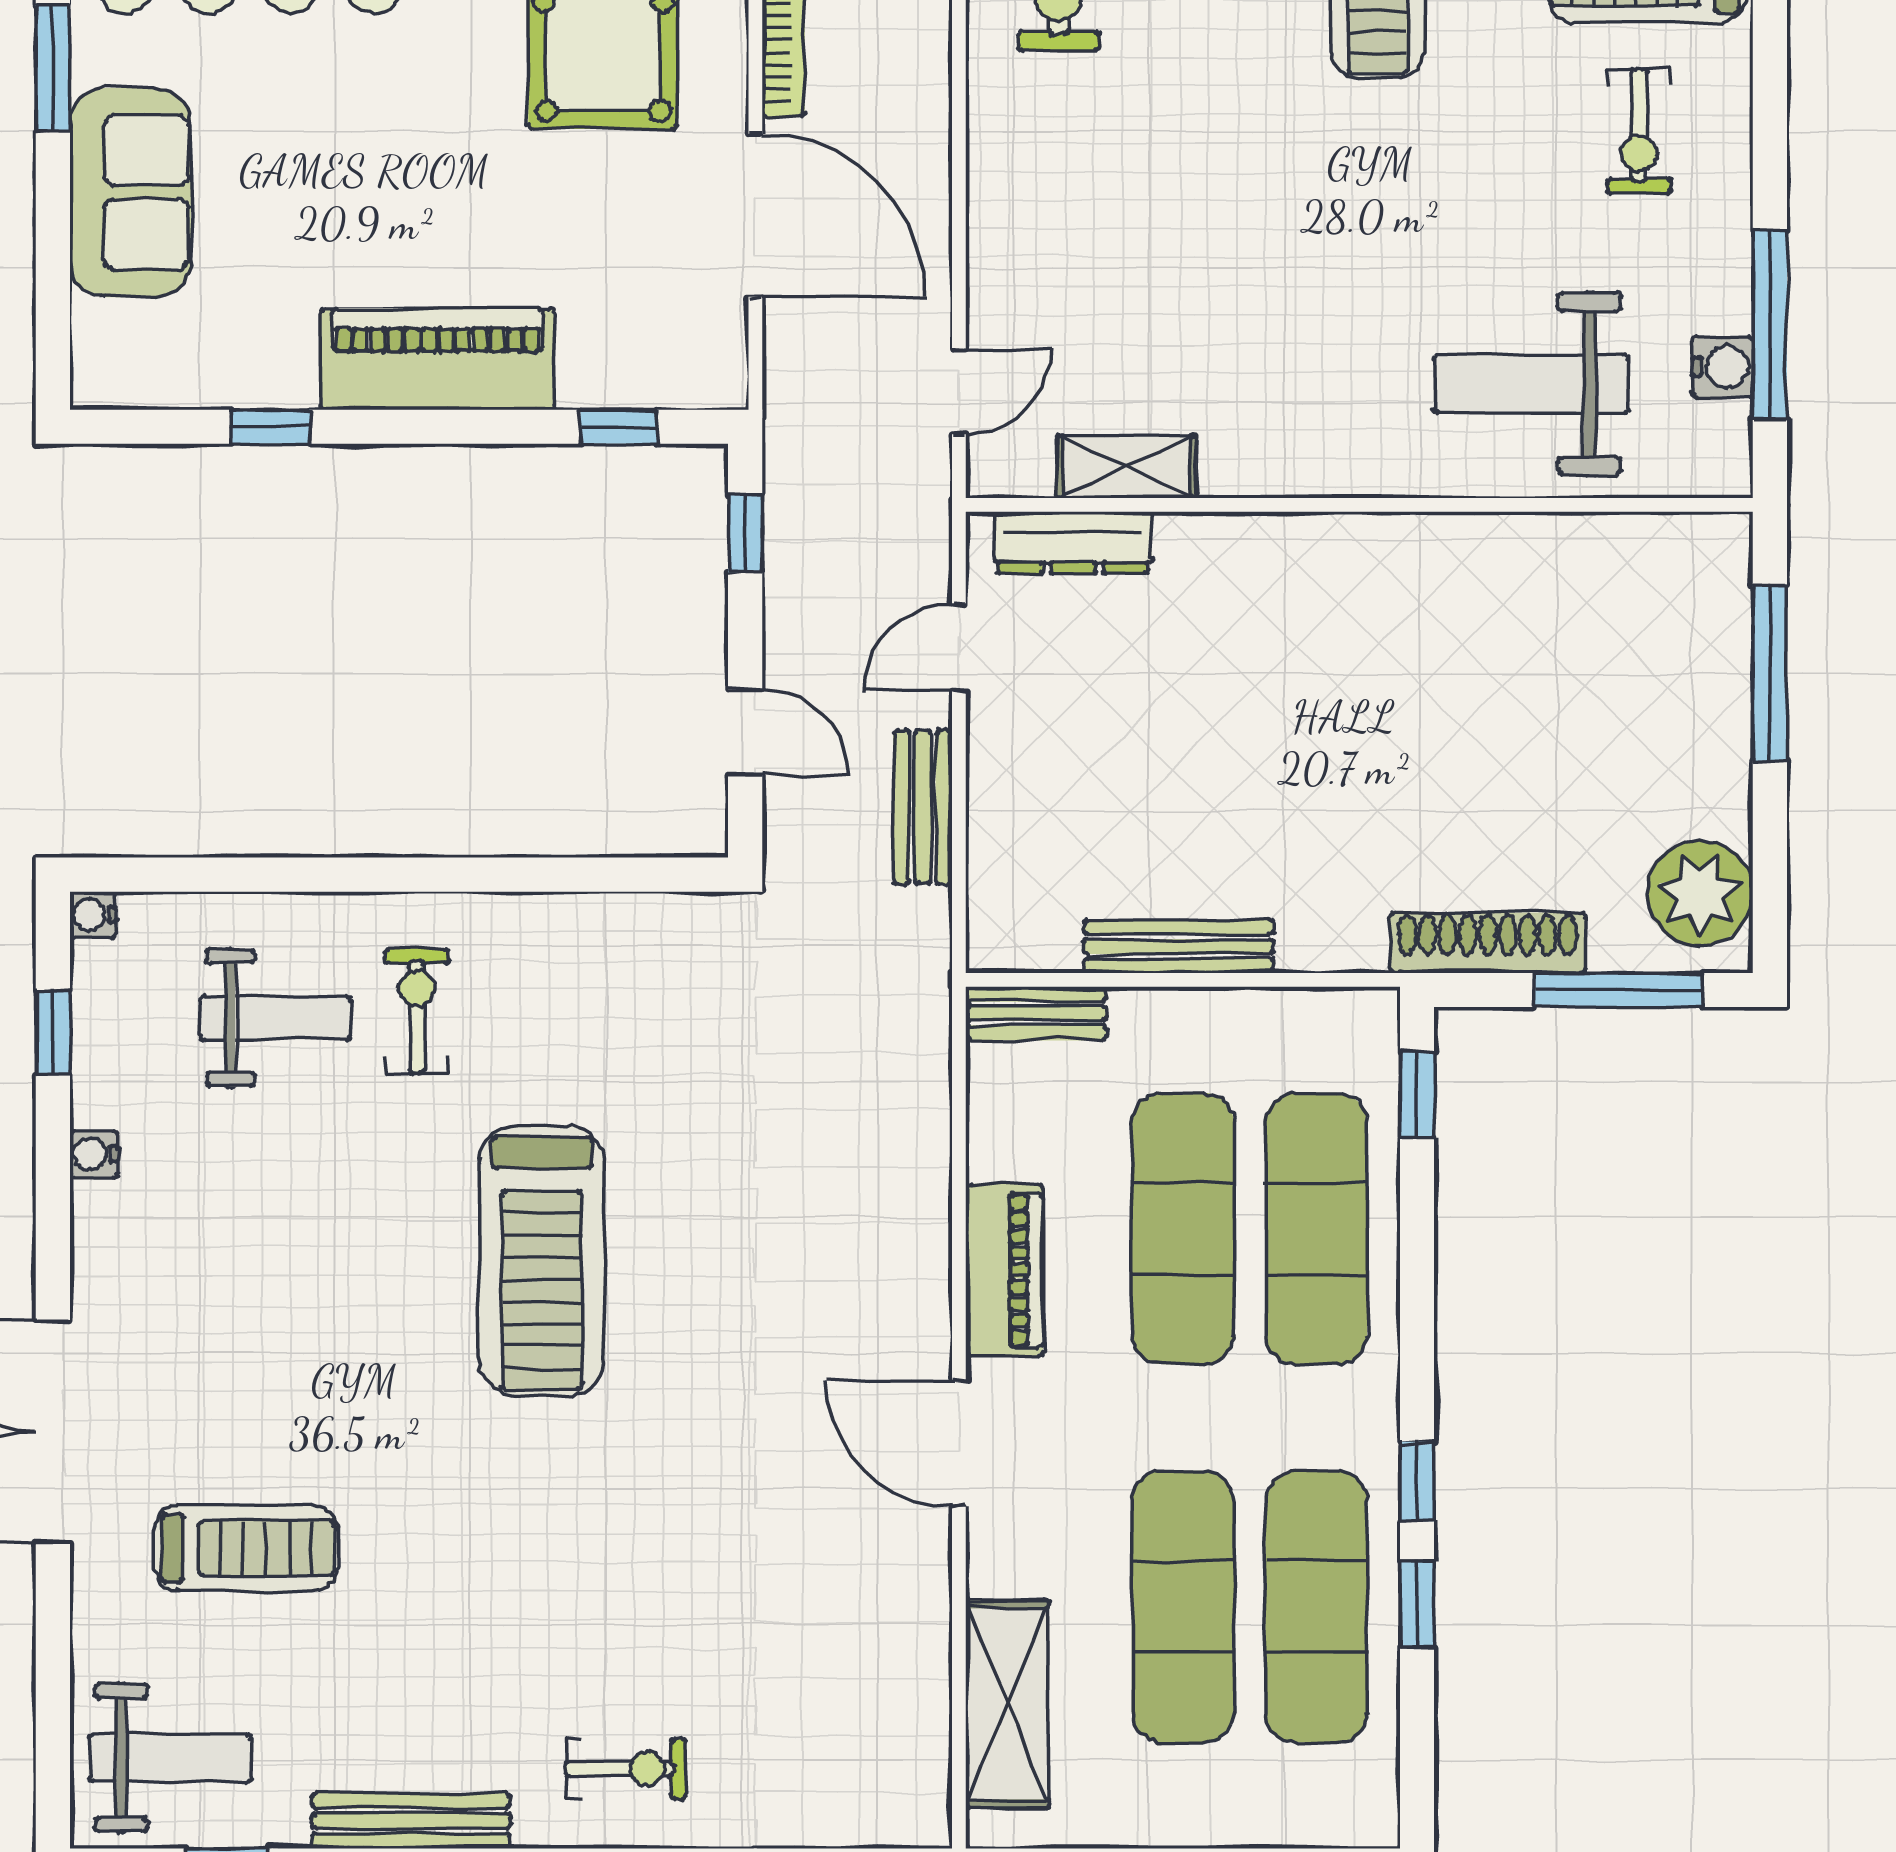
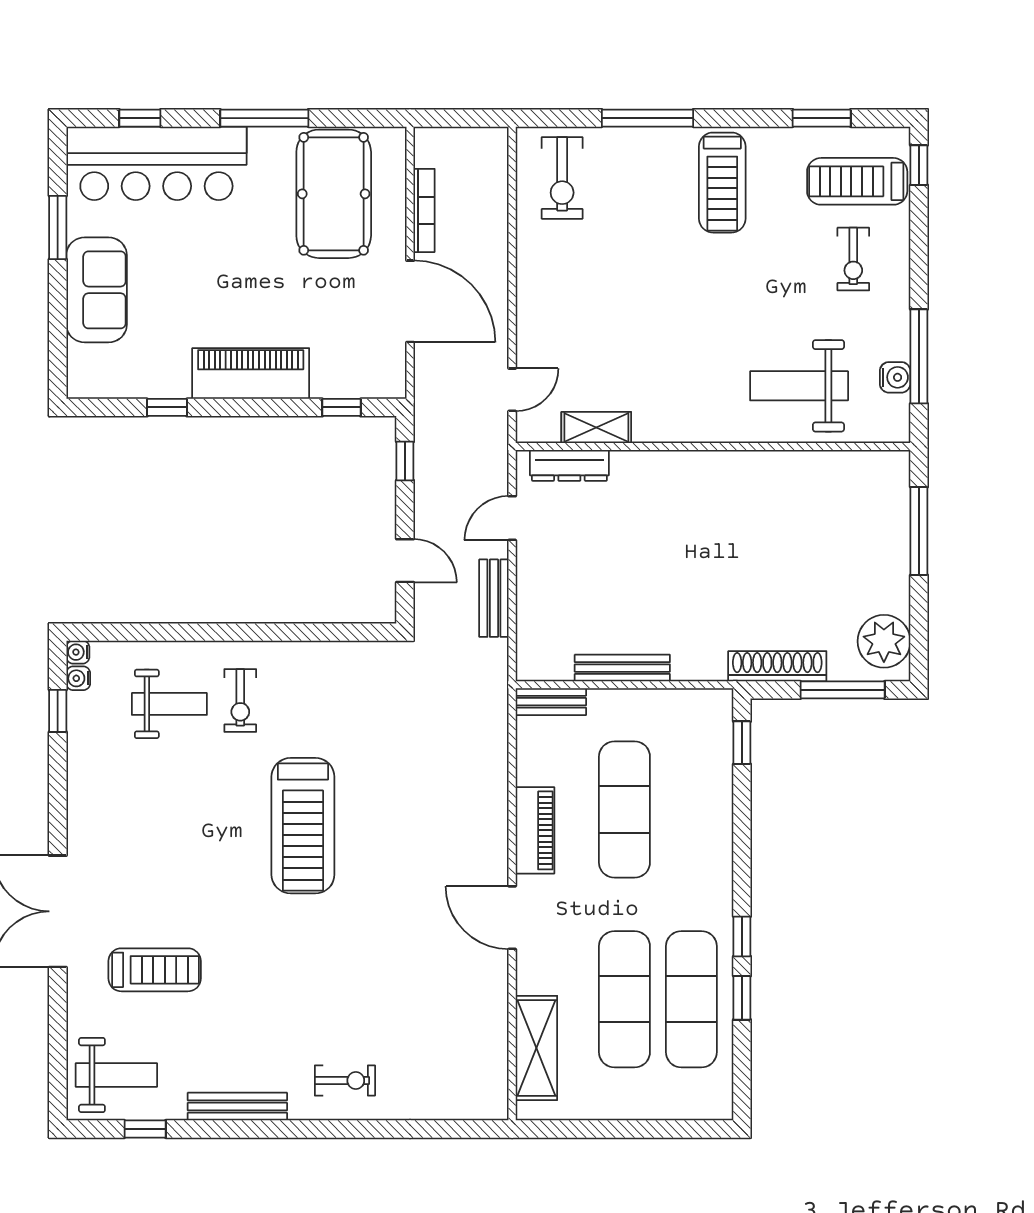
exercise bike: (417, 1011) -> (240, 700), turned 180
water cooler: (94, 1154) -> (78, 678), moved
exercise mat: (1316, 1228) -> (691, 810), removed

